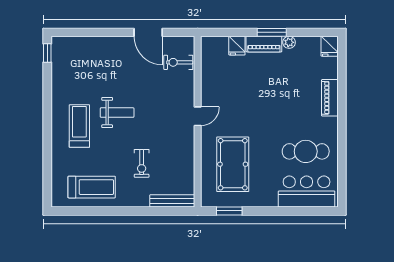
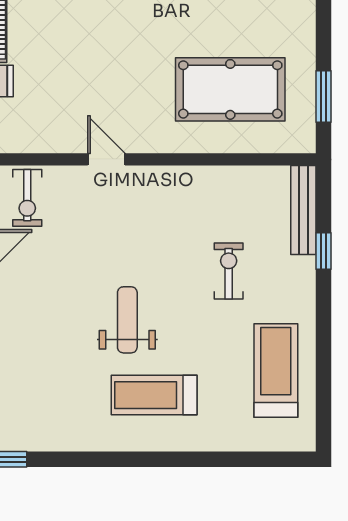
door: (198, 116) -> (106, 159), moved
exercise bike: (142, 163) -> (229, 271), turned -90
window: (152, 211) -> (324, 251), added

